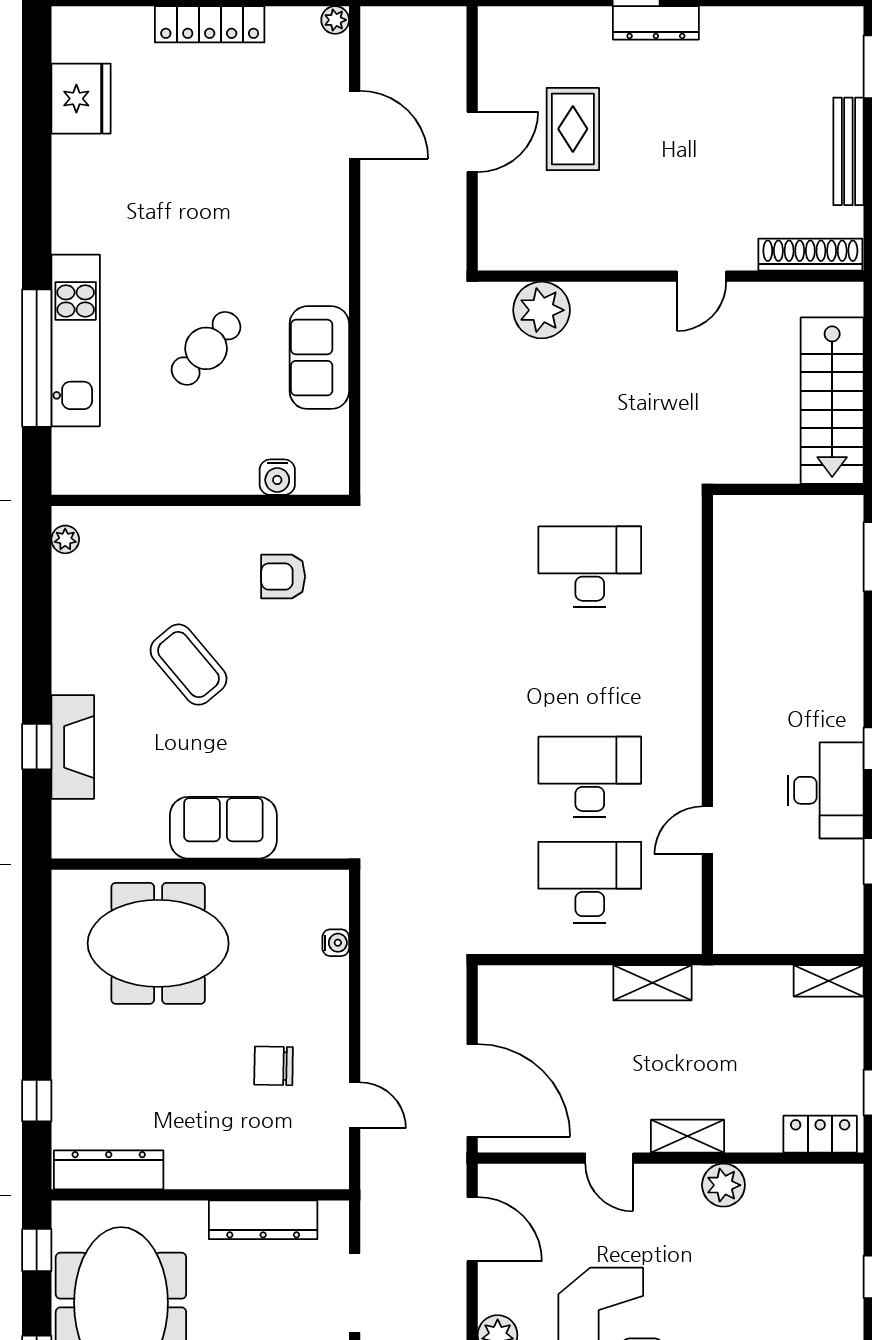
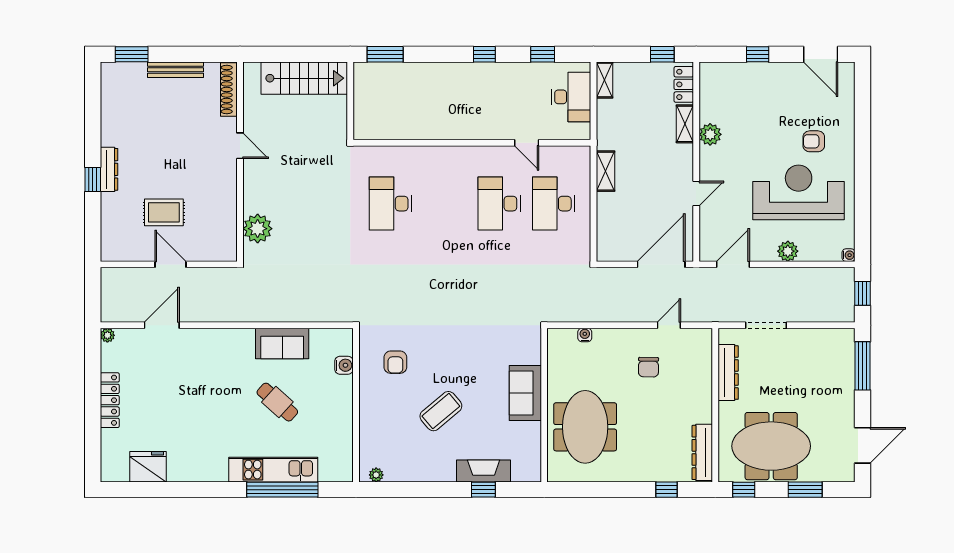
desk: (826, 790) -> (571, 97), moved, turned 90
shelving: (688, 1136) -> (685, 124), moved

